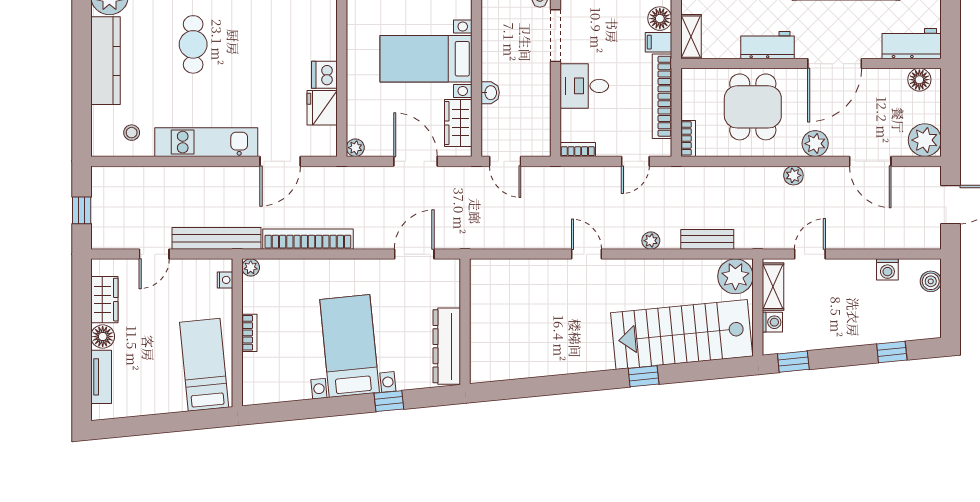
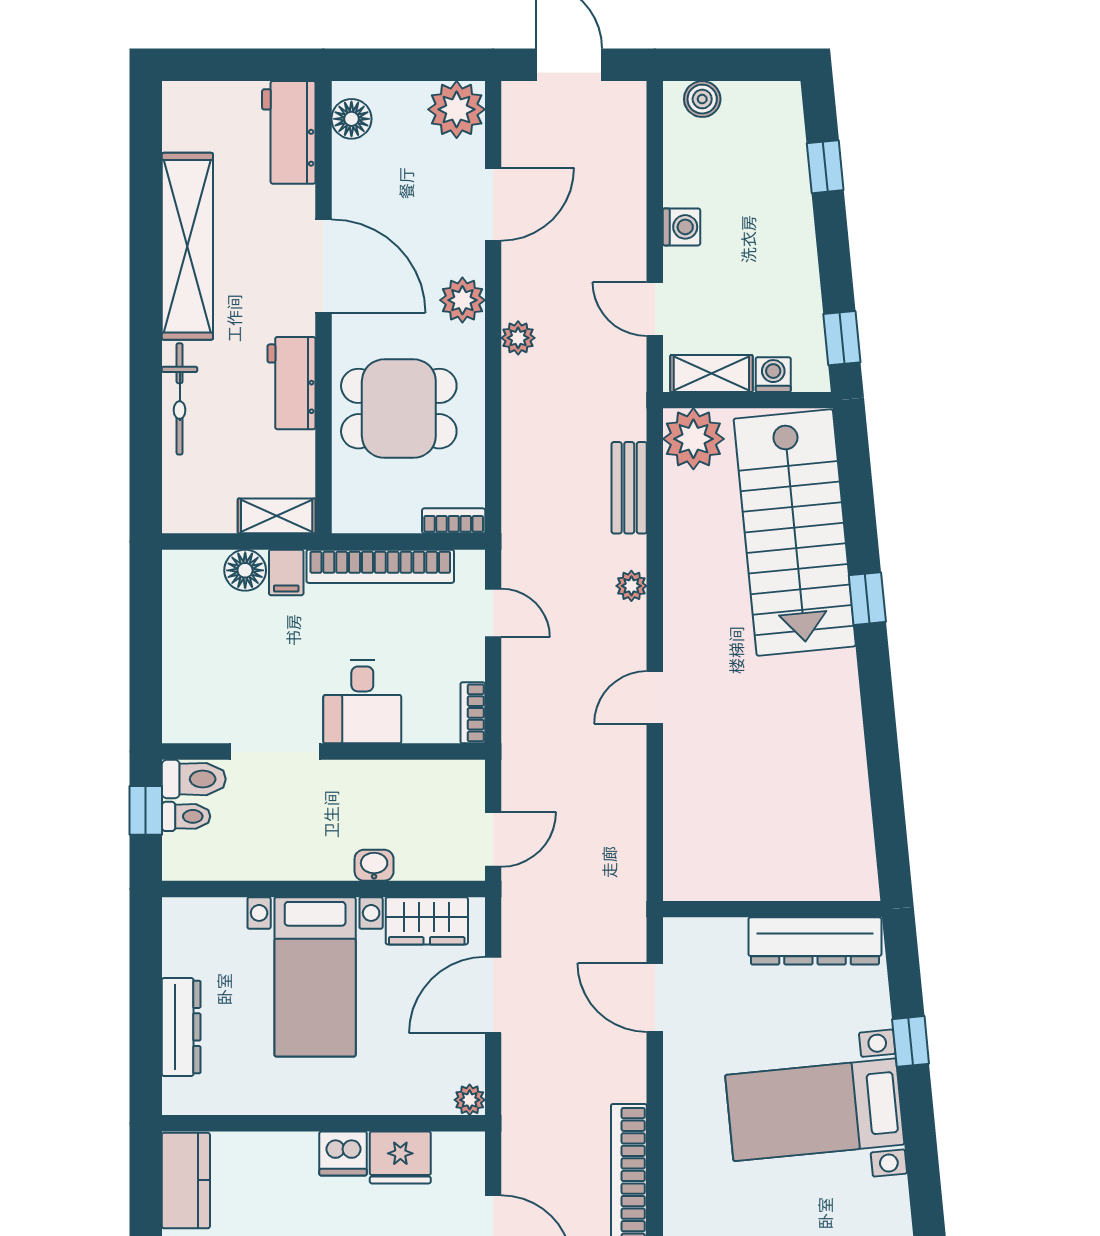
washing machine: (887, 269) -> (681, 227), moved

